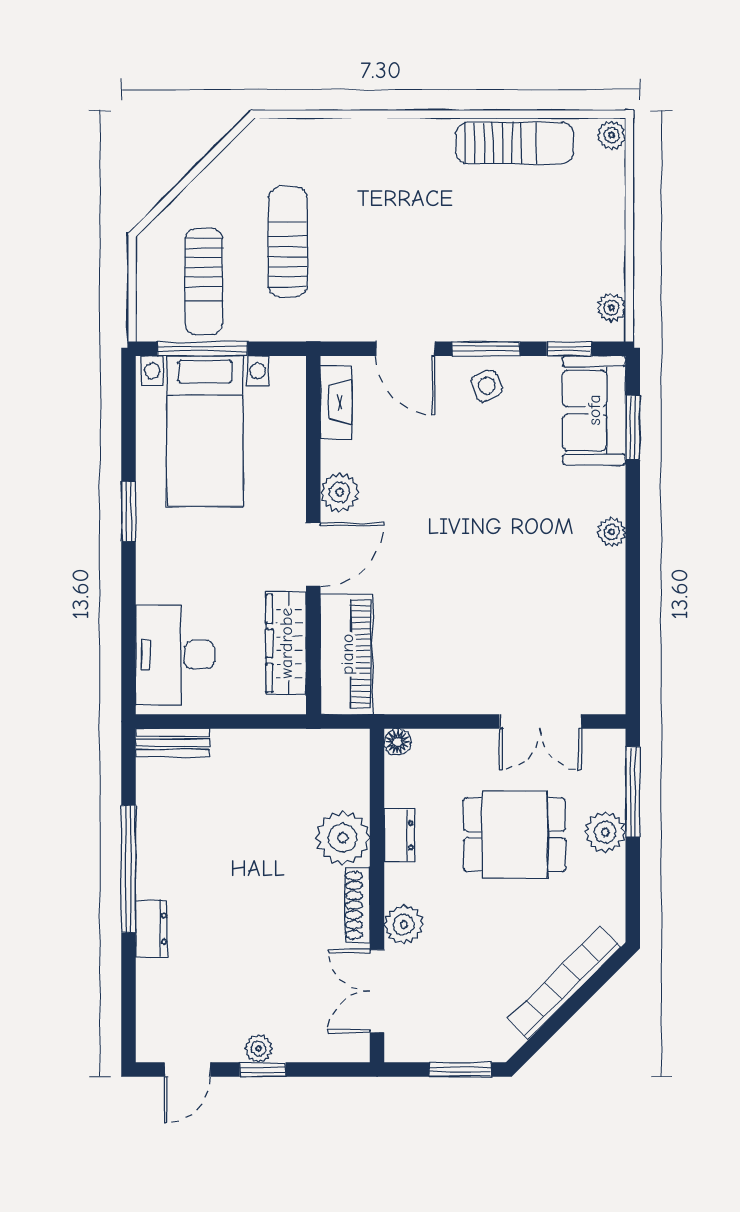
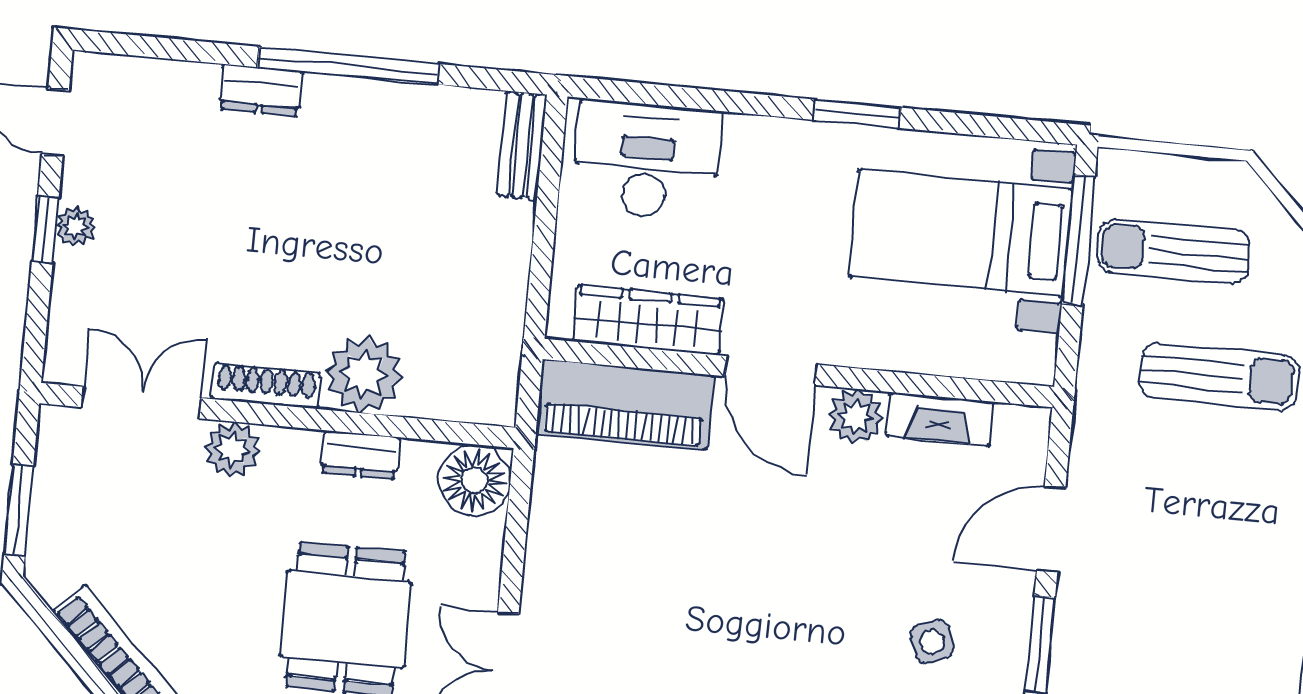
side table: (487, 386) -> (932, 642), moved
fireplace: (336, 402) -> (940, 419), moved
floor lamp: (397, 742) -> (475, 480), width x1.89, depth x1.89

